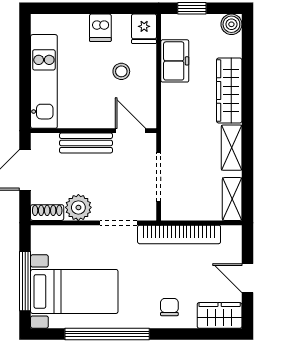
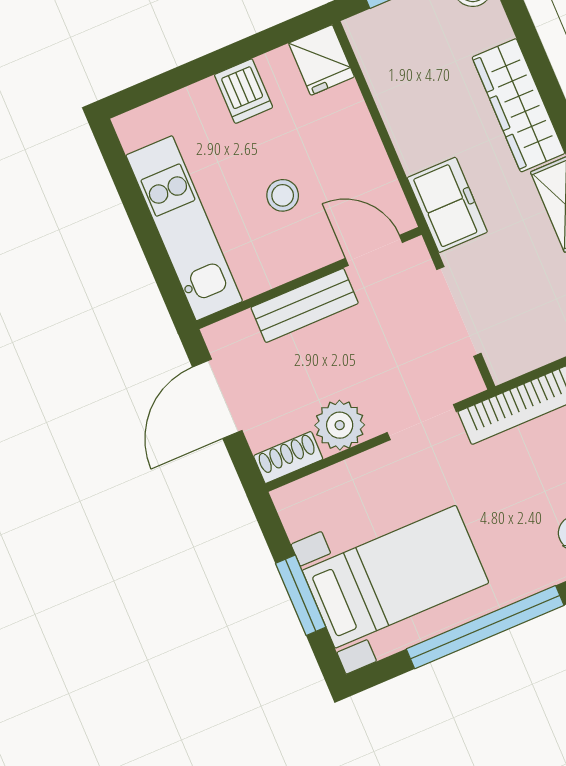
freezer: (175, 61) -> (447, 205), moved
stool: (121, 71) -> (283, 195), moved
window: (25, 281) -> (301, 595), width x0.69

